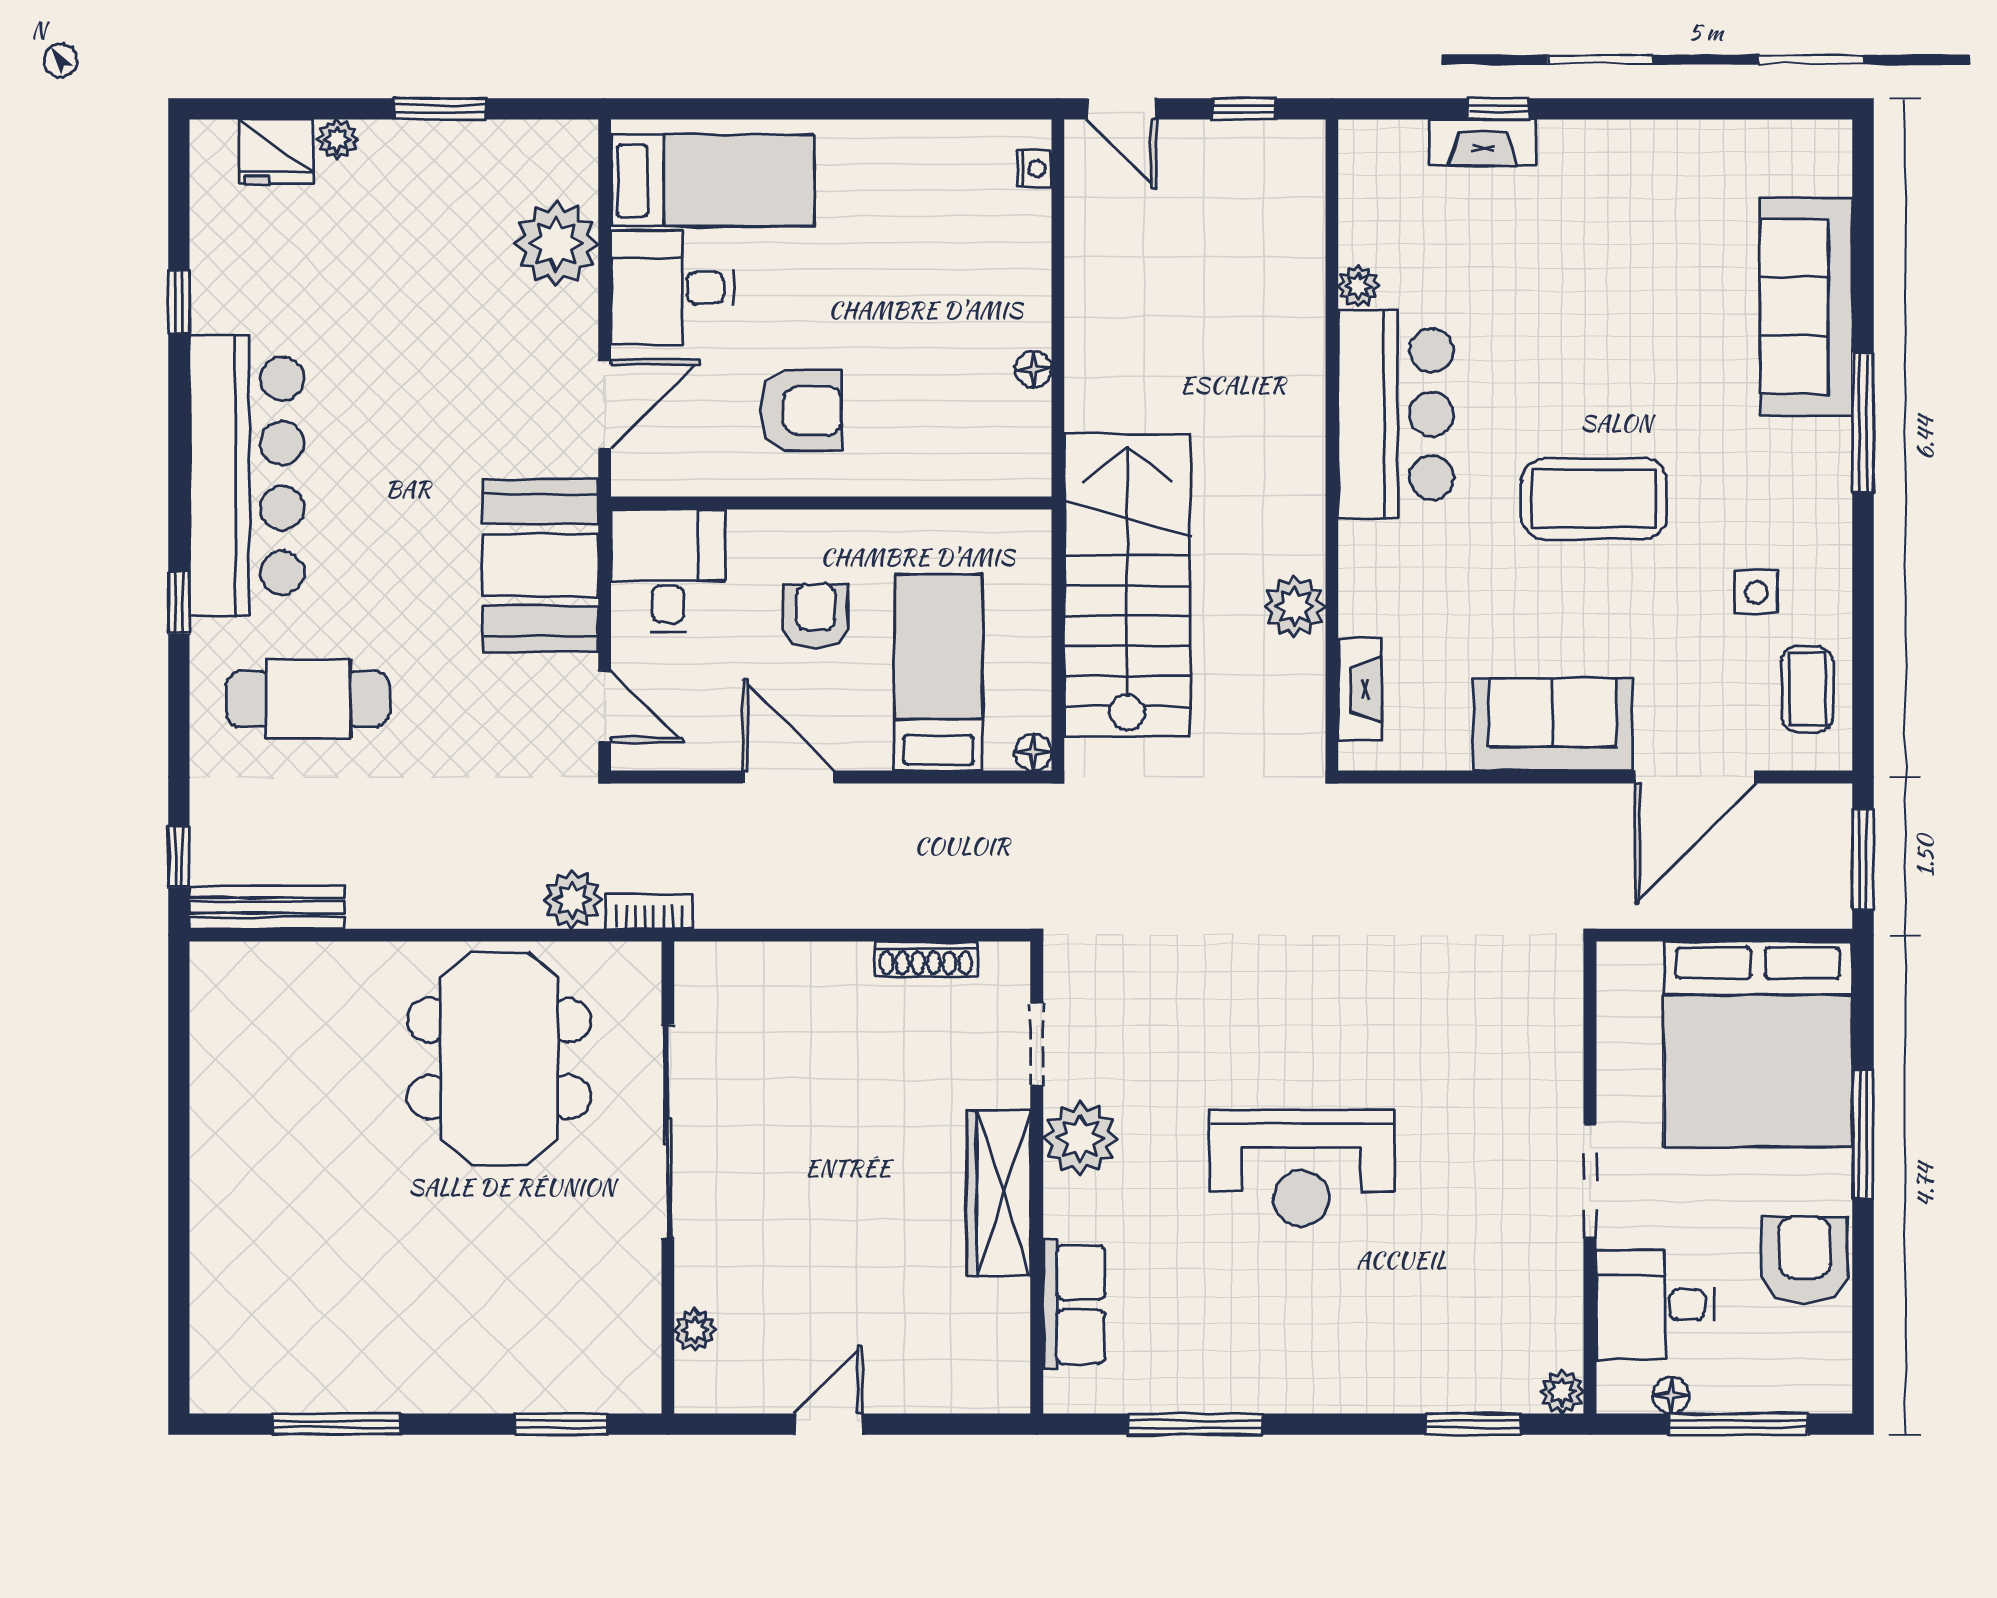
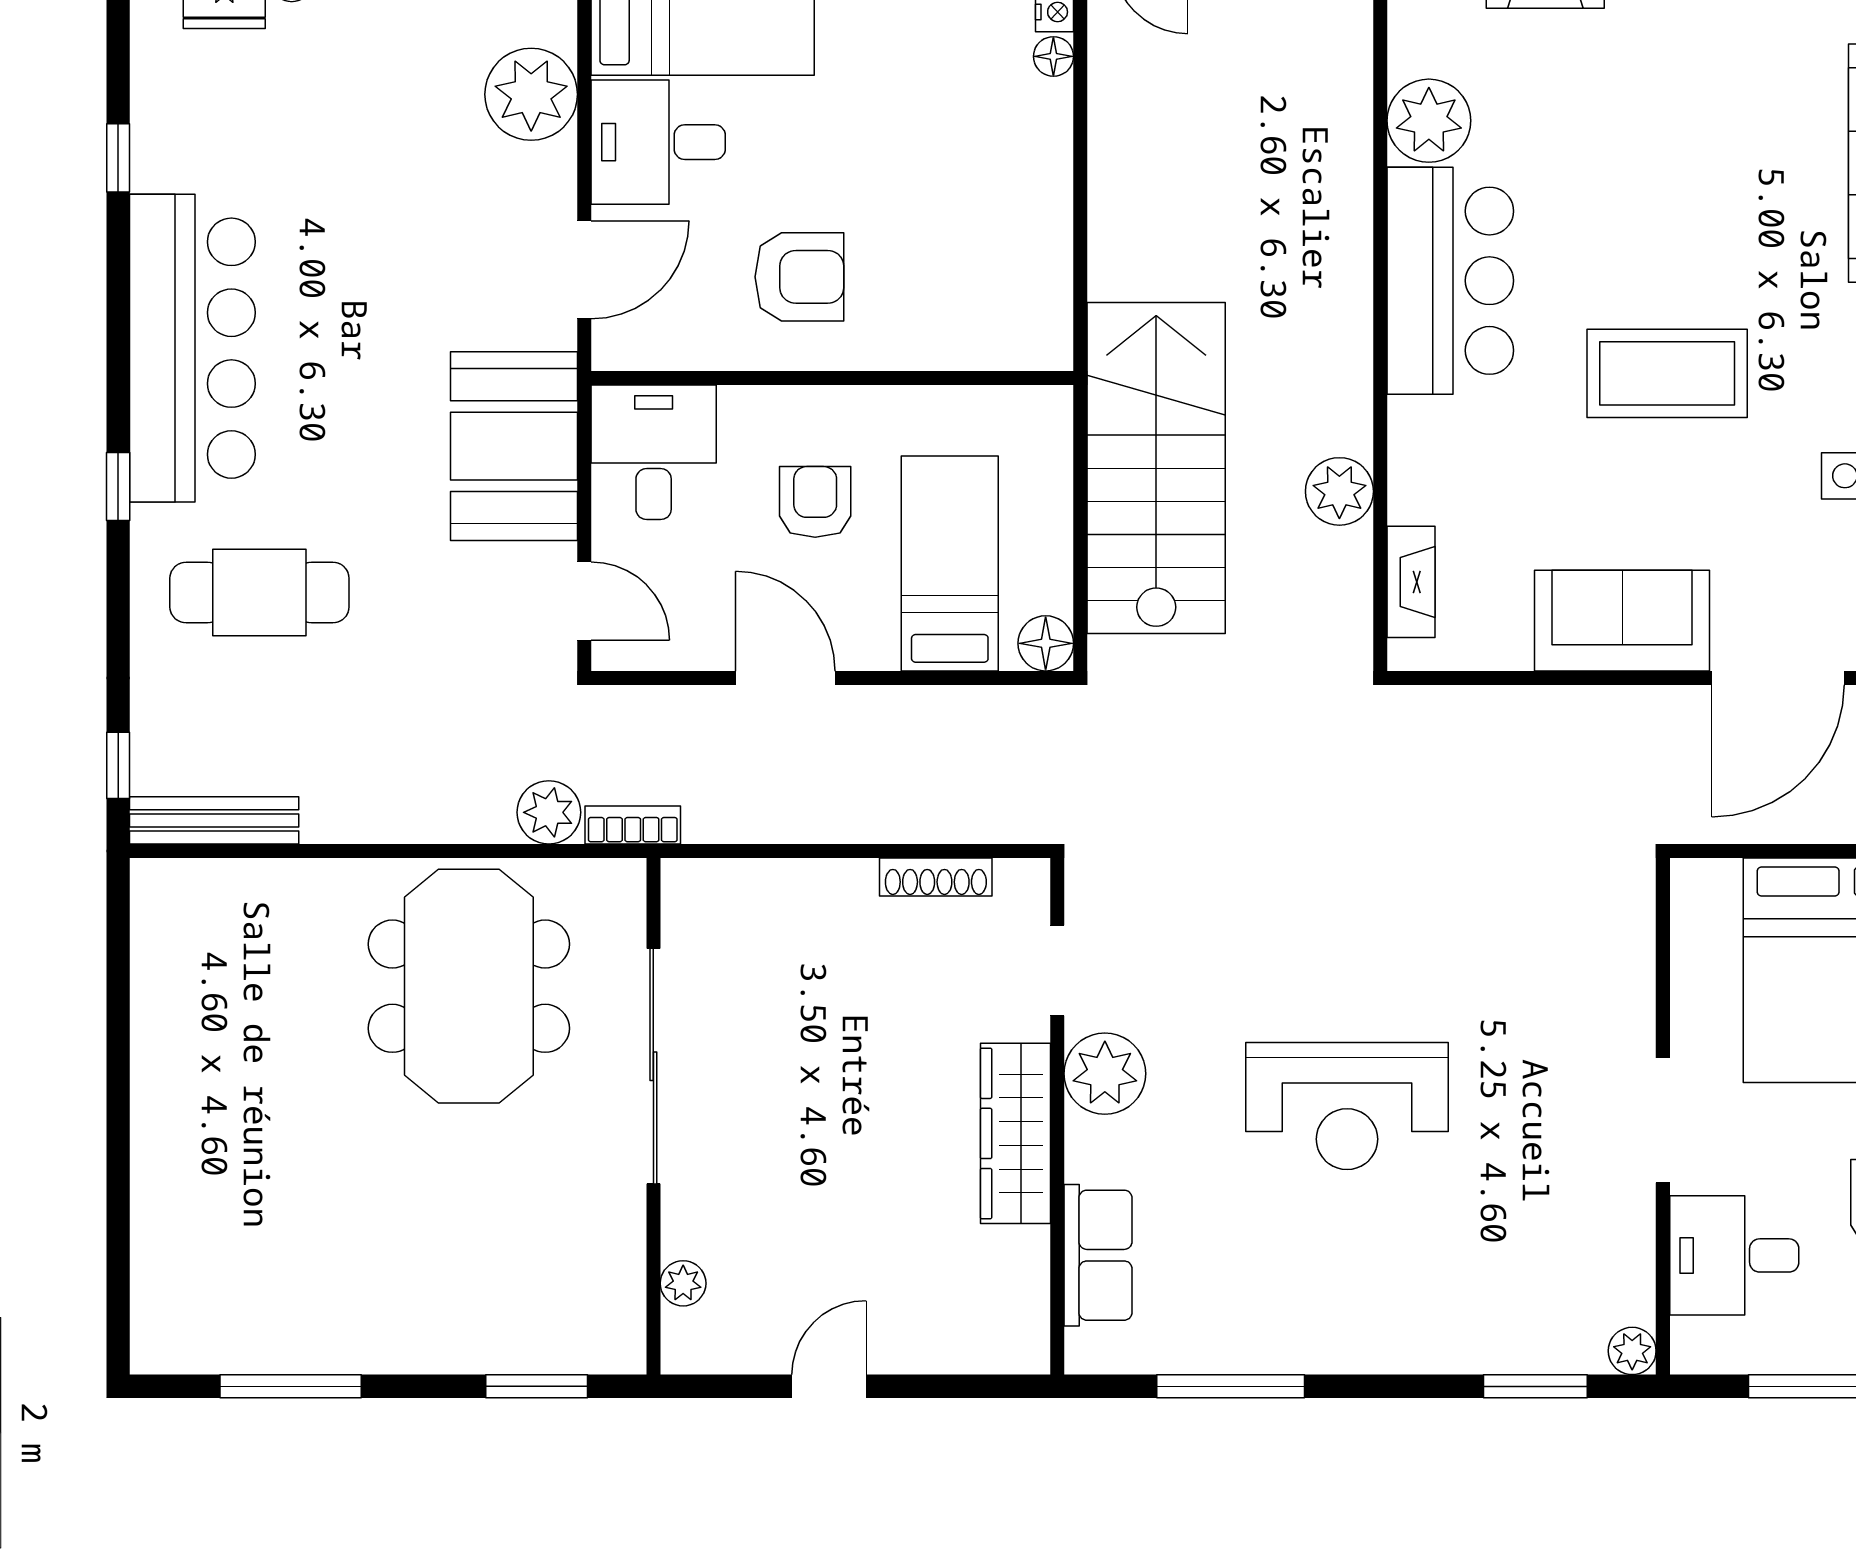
plant: (1359, 286) -> (1429, 121), width x1.88, depth x1.88
floor lamp: (1033, 369) -> (1053, 56), moved
floor lamp: (1033, 752) -> (1046, 643), width x1.37, depth x1.37
floor lamp: (1671, 1395) -> (1752, 1355), removed

